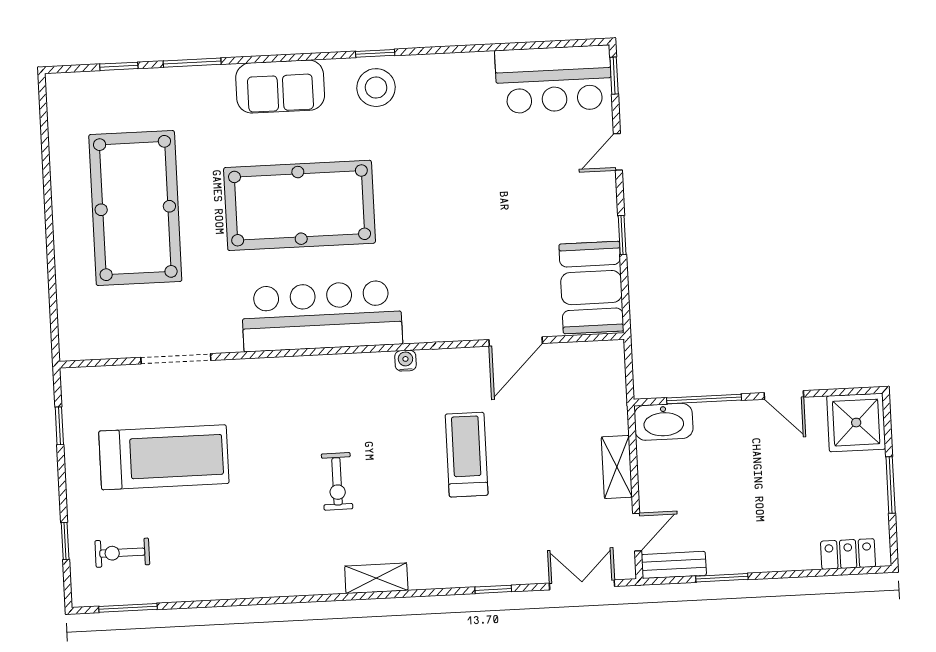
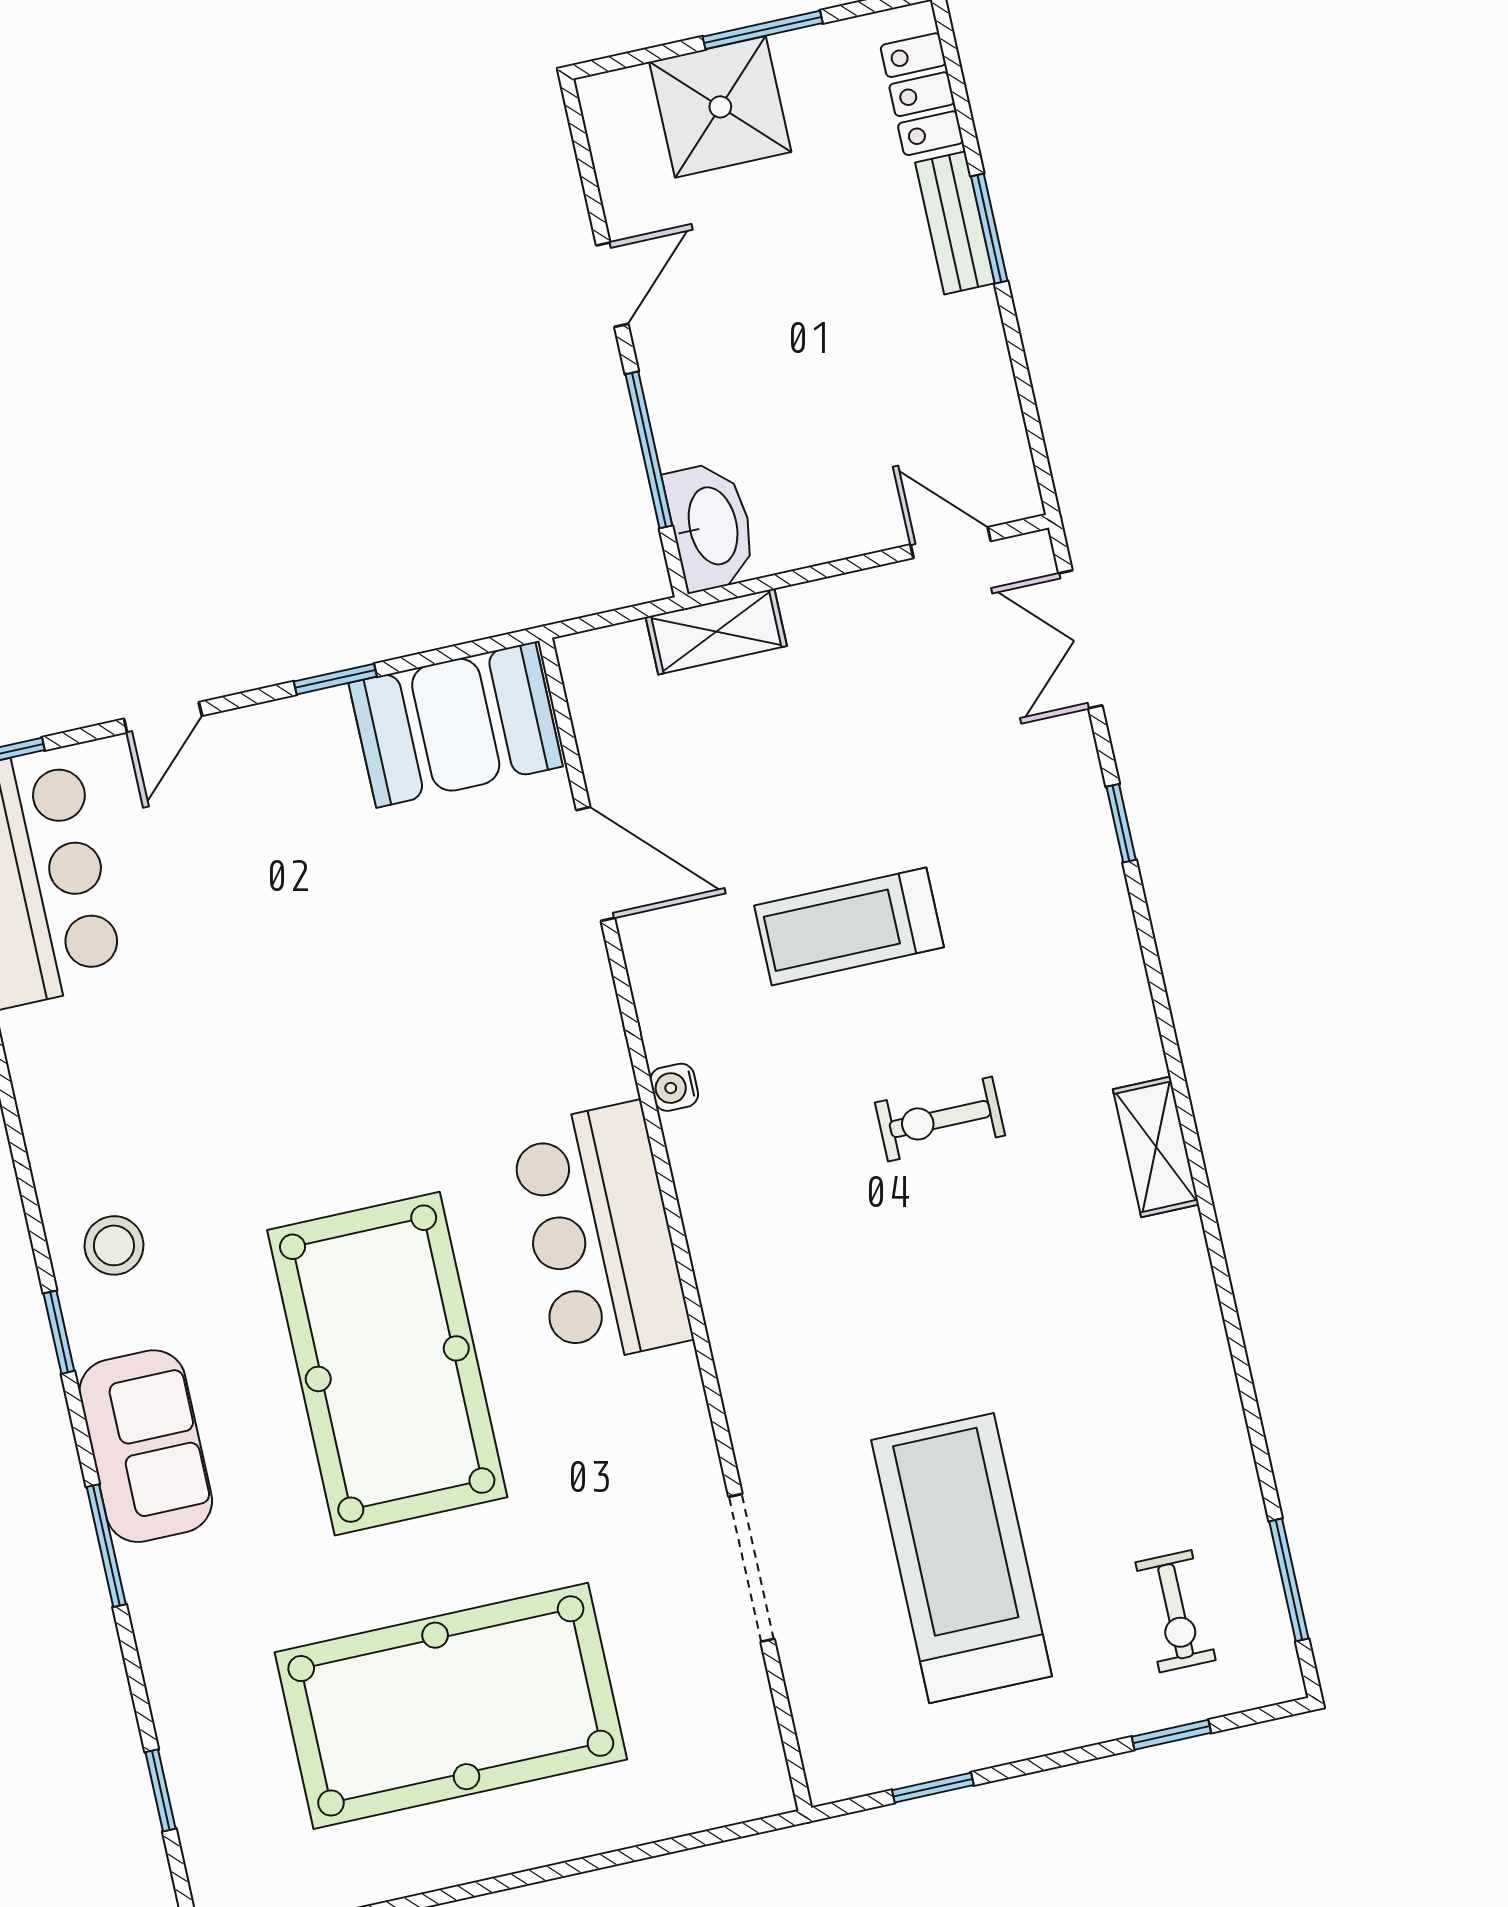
window: (375, 53) -> (59, 1332), moved
window: (192, 63) -> (106, 1546), moved
stool: (376, 88) -> (114, 1245), width x0.73, depth x0.73
door: (618, 152) -> (163, 717), hinge flipped
bar counter: (322, 316) -> (601, 1234), width x0.73
shower: (856, 423) -> (720, 107), moved
shelving: (617, 467) -> (716, 632), moved
exercise bike: (337, 481) -> (940, 1119), moved, turned 180
bench: (674, 565) -> (955, 223), moved
shelving: (376, 578) -> (1156, 1147), moved
window: (722, 578) -> (989, 229), moved

